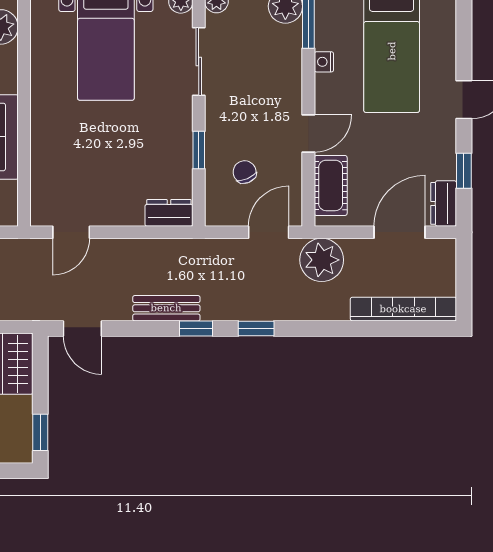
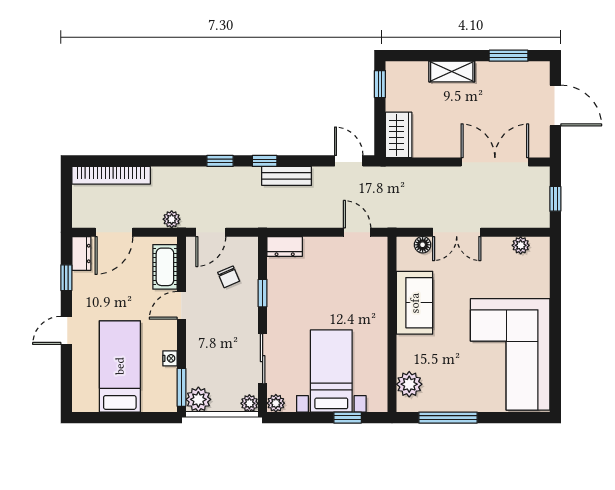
door: (71, 232) -> (357, 232), hinge flipped
plant: (322, 260) -> (172, 219), width x0.53, depth x0.53

